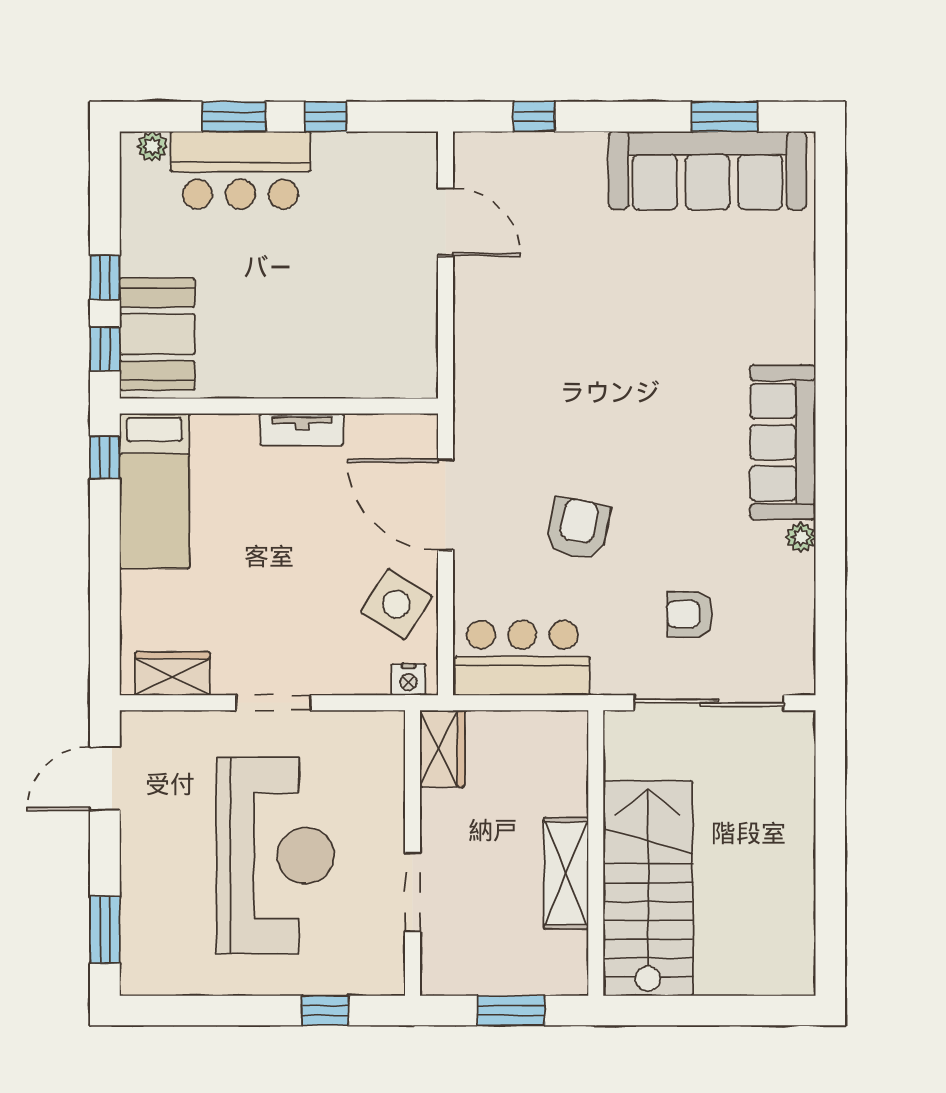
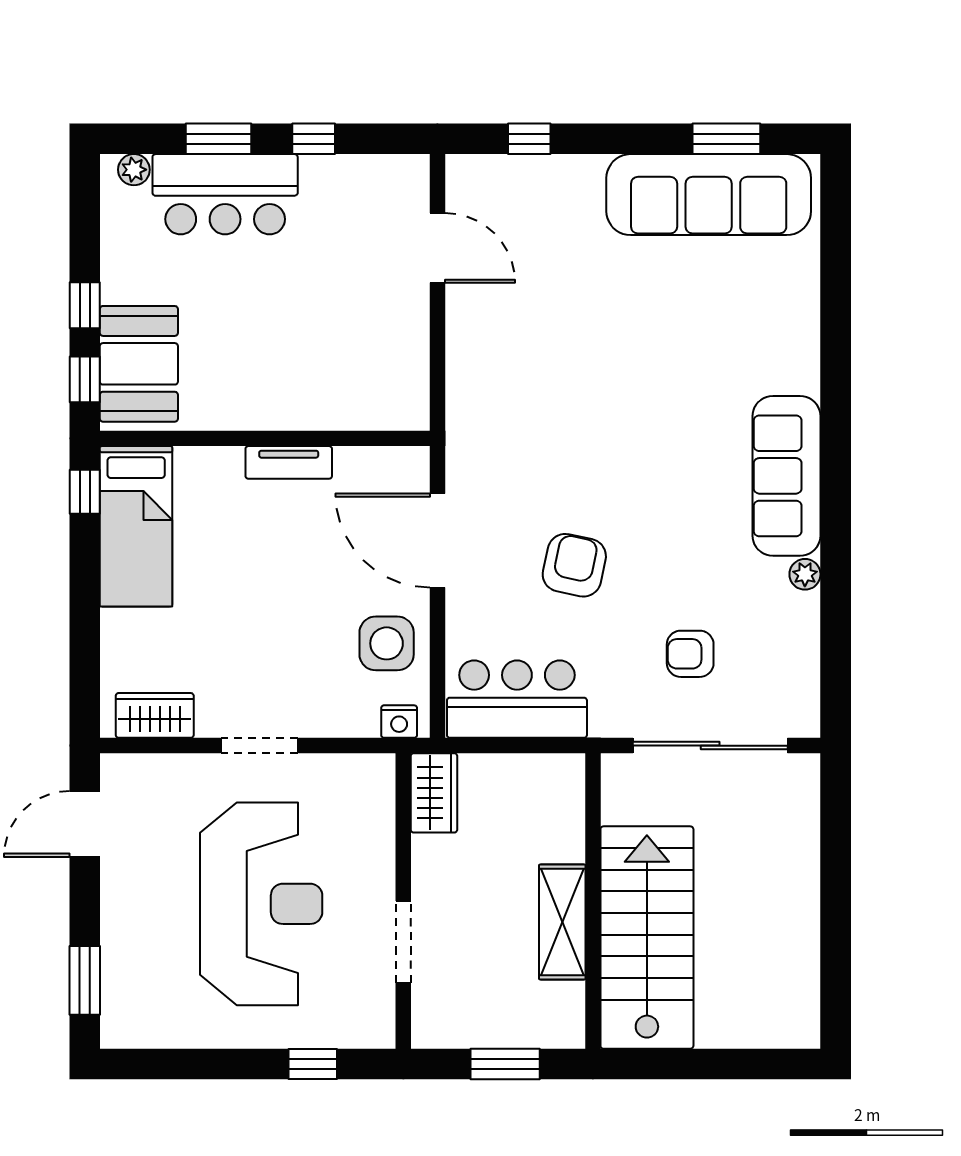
side table: (396, 604) -> (387, 643), turned -32

